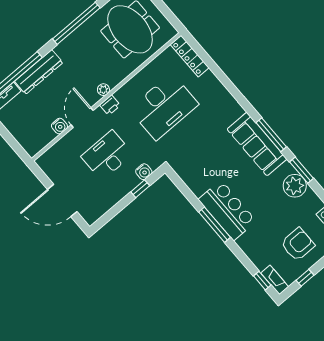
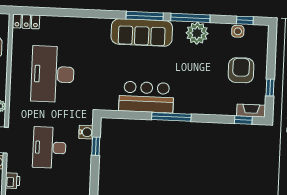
locker: (190, 56) -> (26, 21), width x0.66
printer: (110, 105) -> (12, 181), moved
desk: (164, 107) -> (53, 74), turned 180
window: (301, 170) -> (190, 18), width x1.44
bar counter: (227, 210) -> (146, 97), moved

